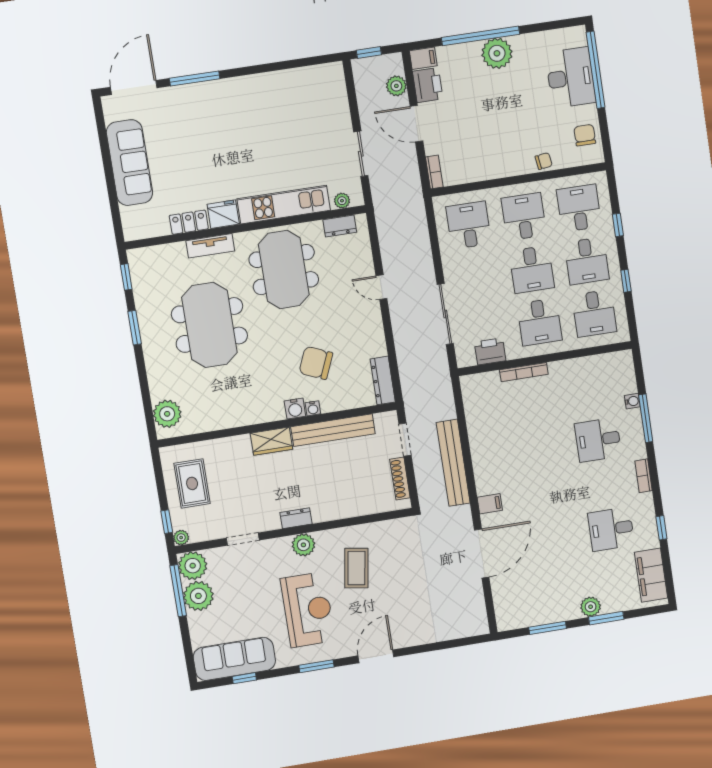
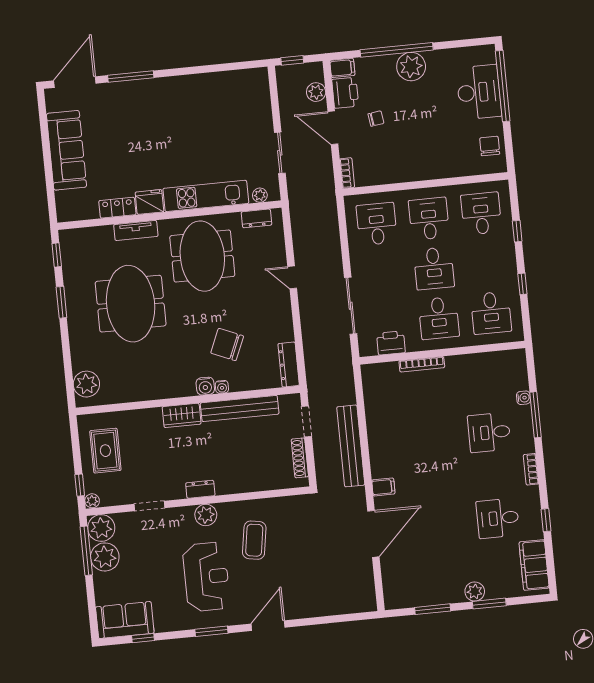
chair: (544, 161) -> (376, 119), moved
desk: (587, 261) -> (486, 263), removed
sofa: (234, 659) -> (125, 620), width x0.73

